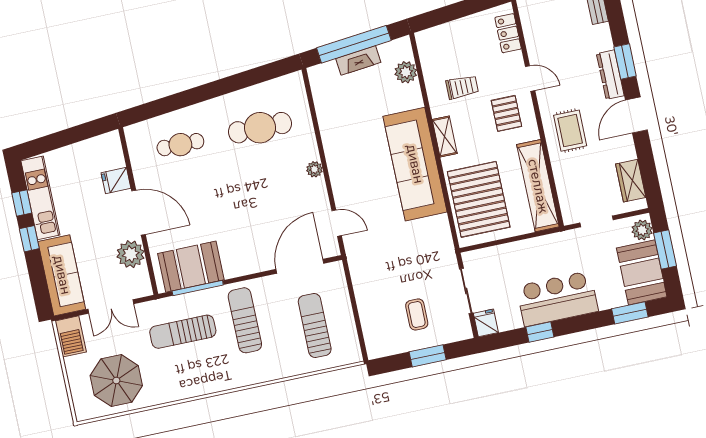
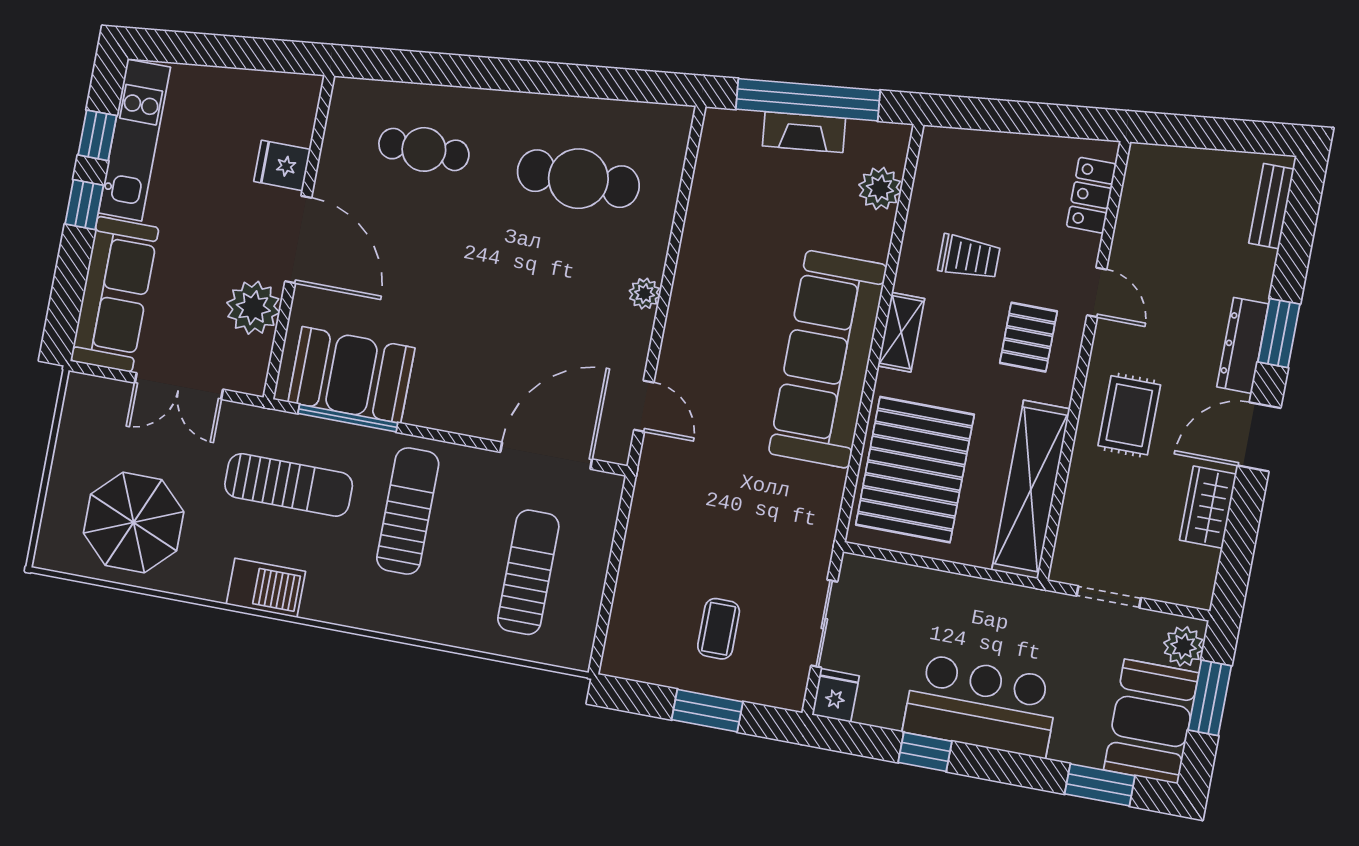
wardrobe: (631, 181) -> (1208, 507), moved
sun lounger: (183, 332) -> (289, 485), turned 180
barbecue: (71, 336) -> (266, 588), moved, turned -90

